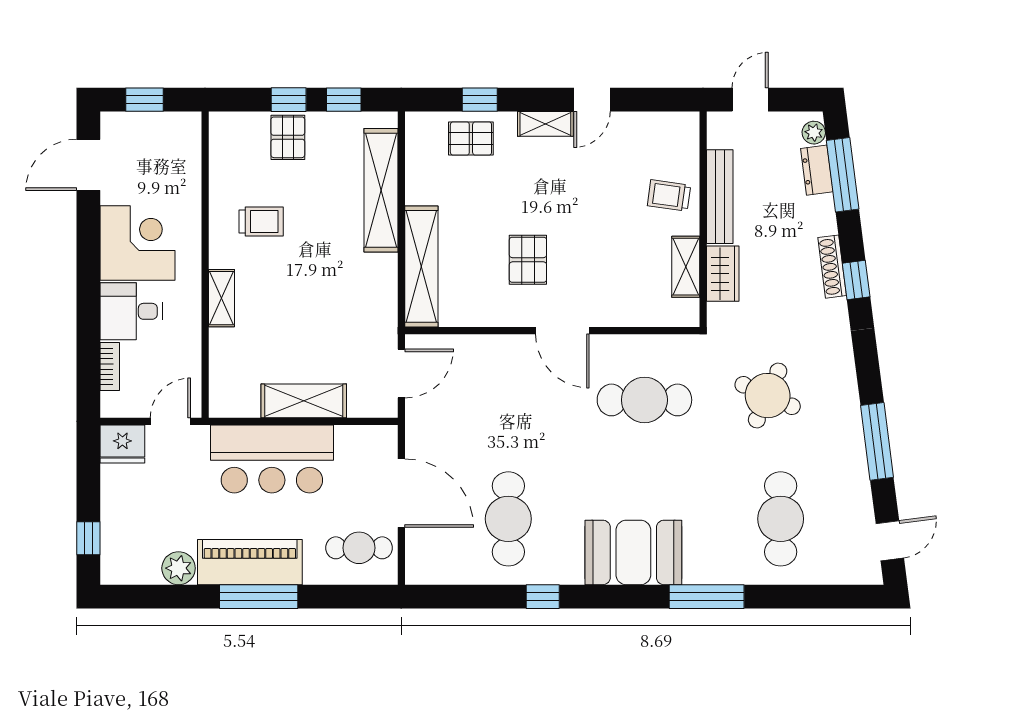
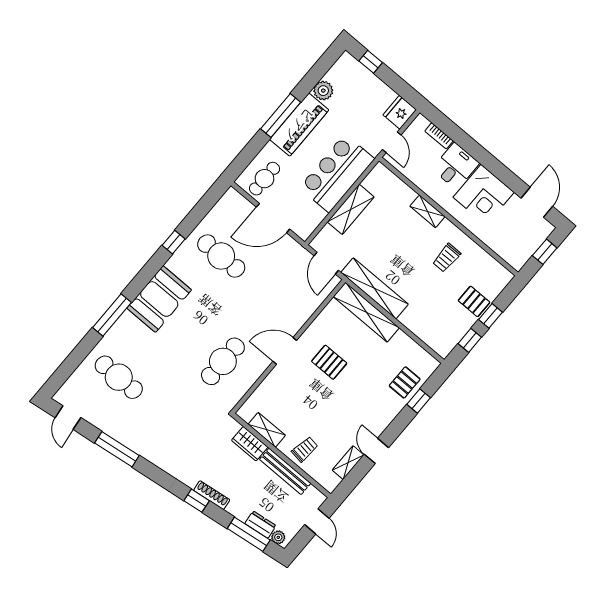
shelving: (545, 124) -> (348, 463), moved
shelving: (381, 190) -> (375, 288), moved
round table: (768, 396) -> (179, 418), removed

